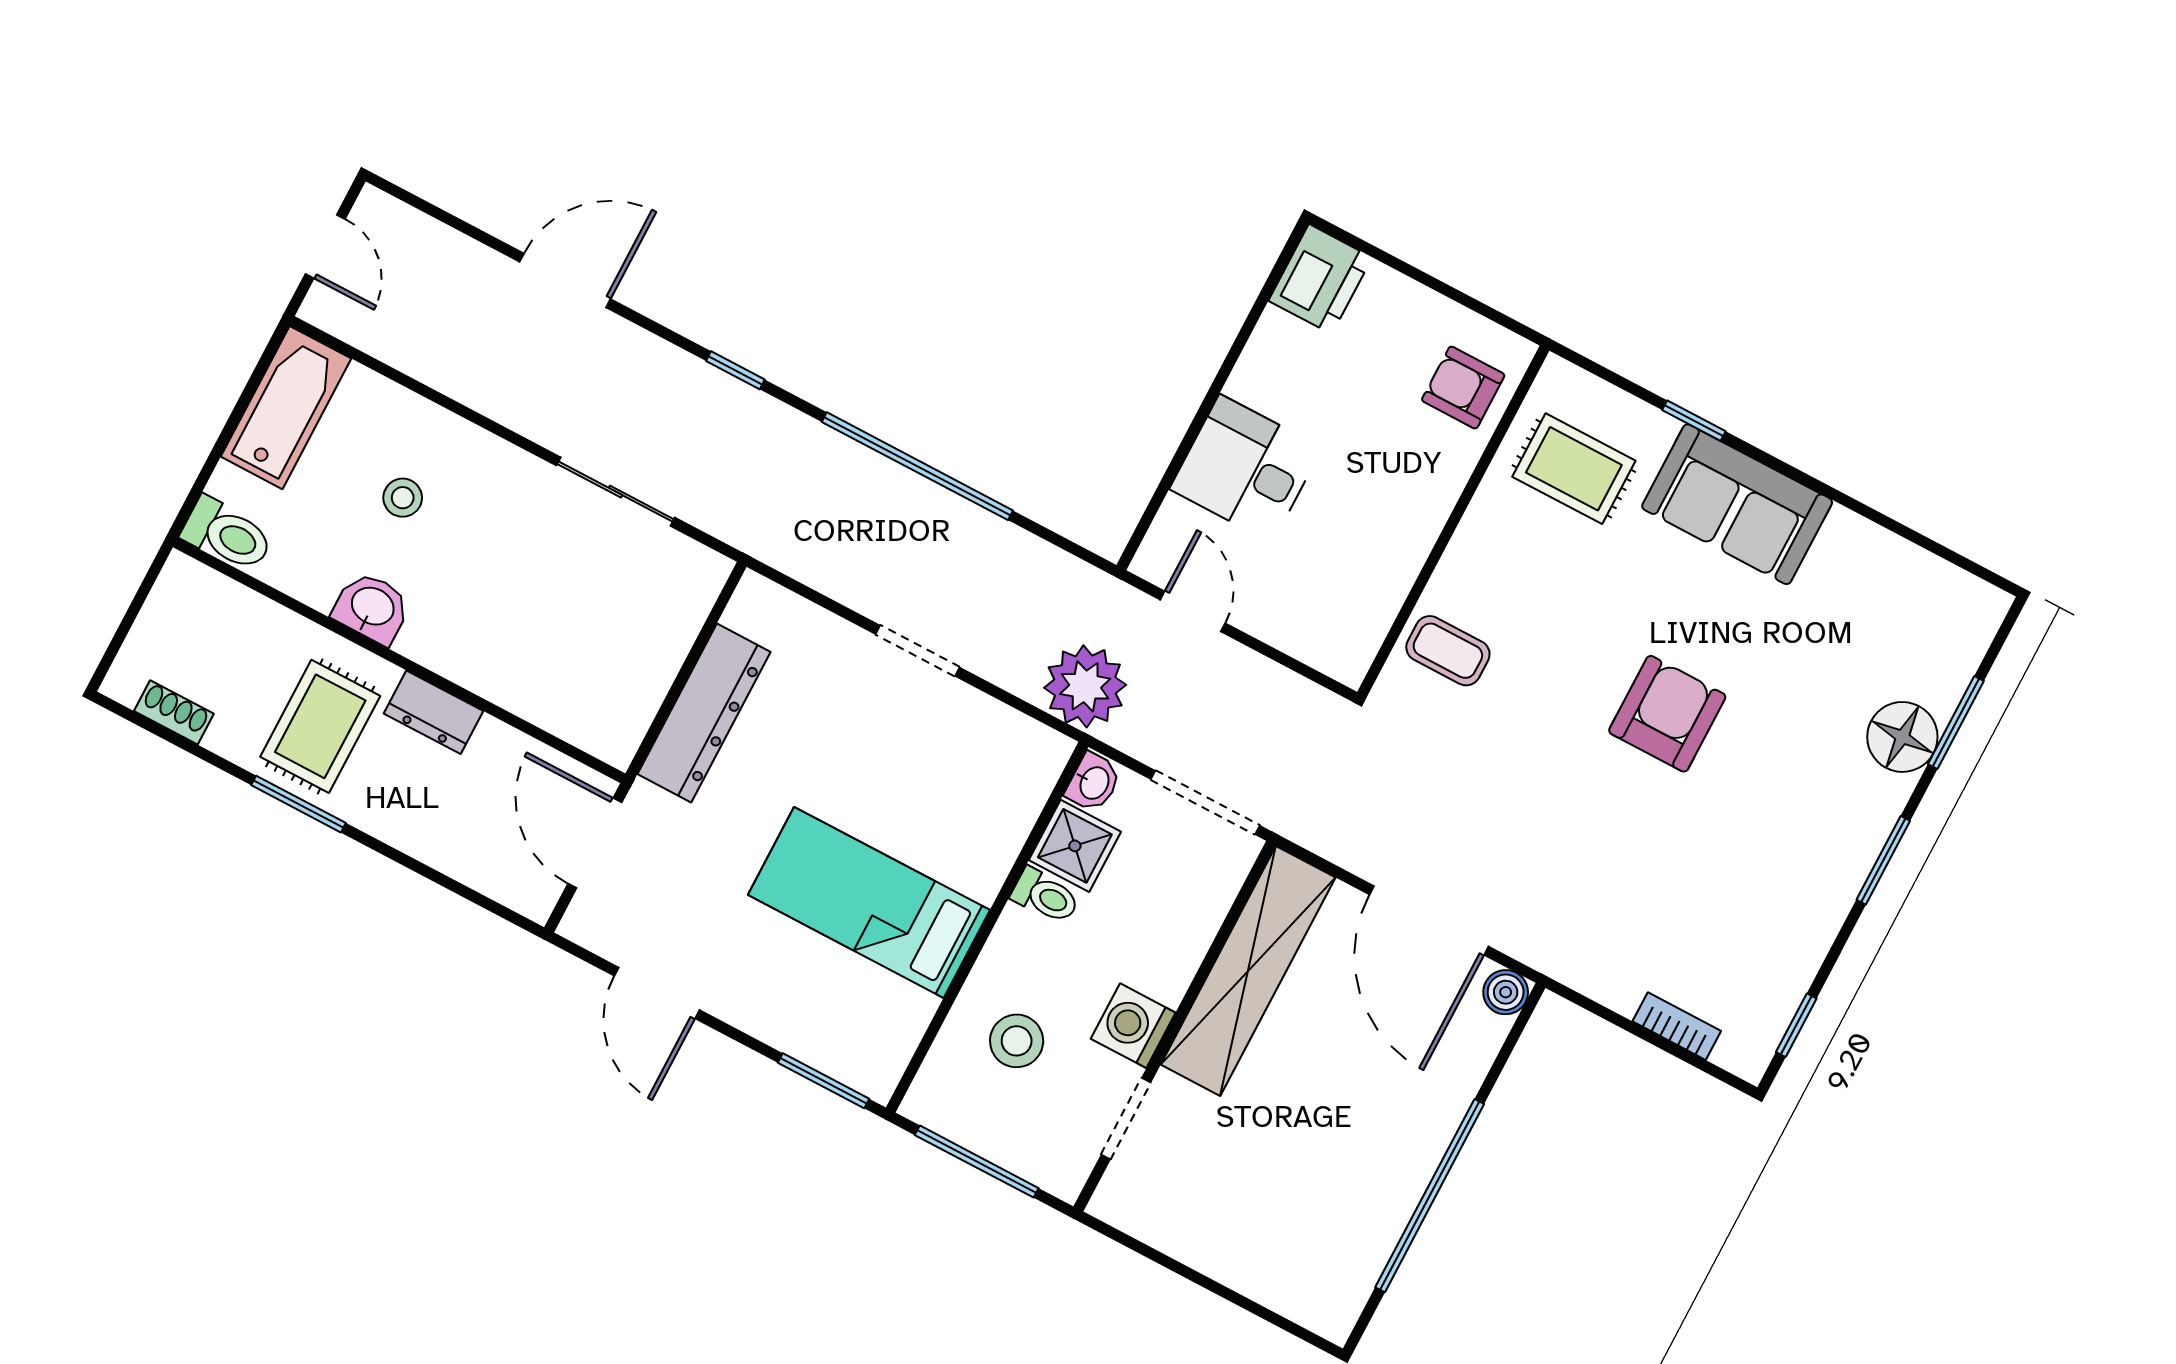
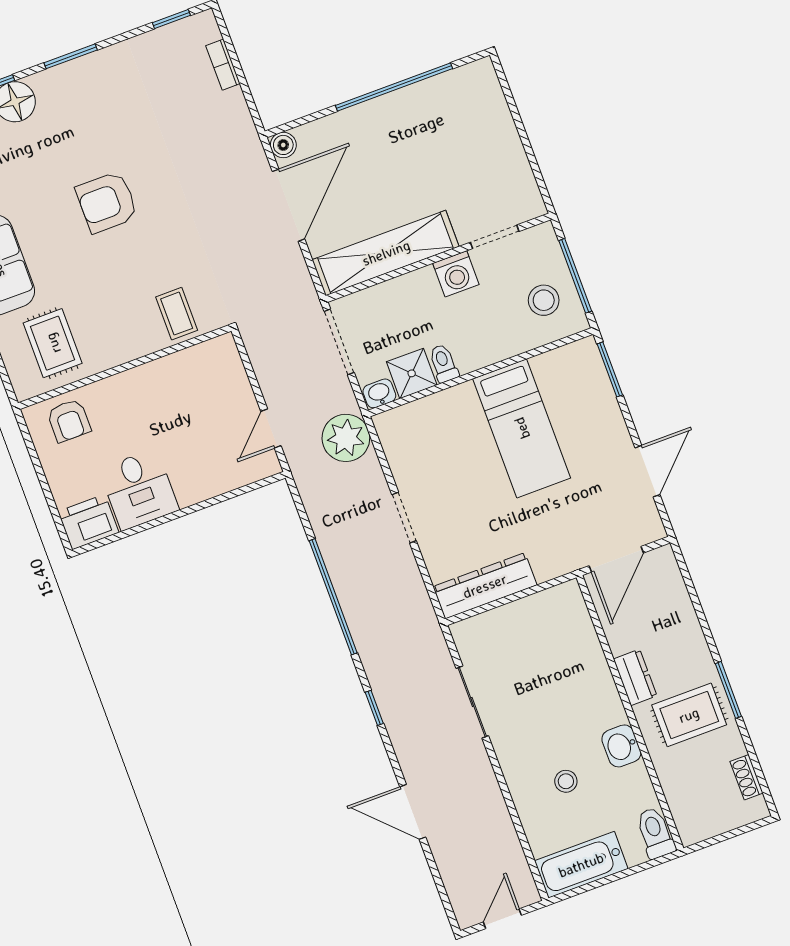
desk: (1246, 468) -> (139, 489), moved
dresser: (704, 713) -> (485, 586), moved
stool: (1017, 1041) -> (544, 300), moved

